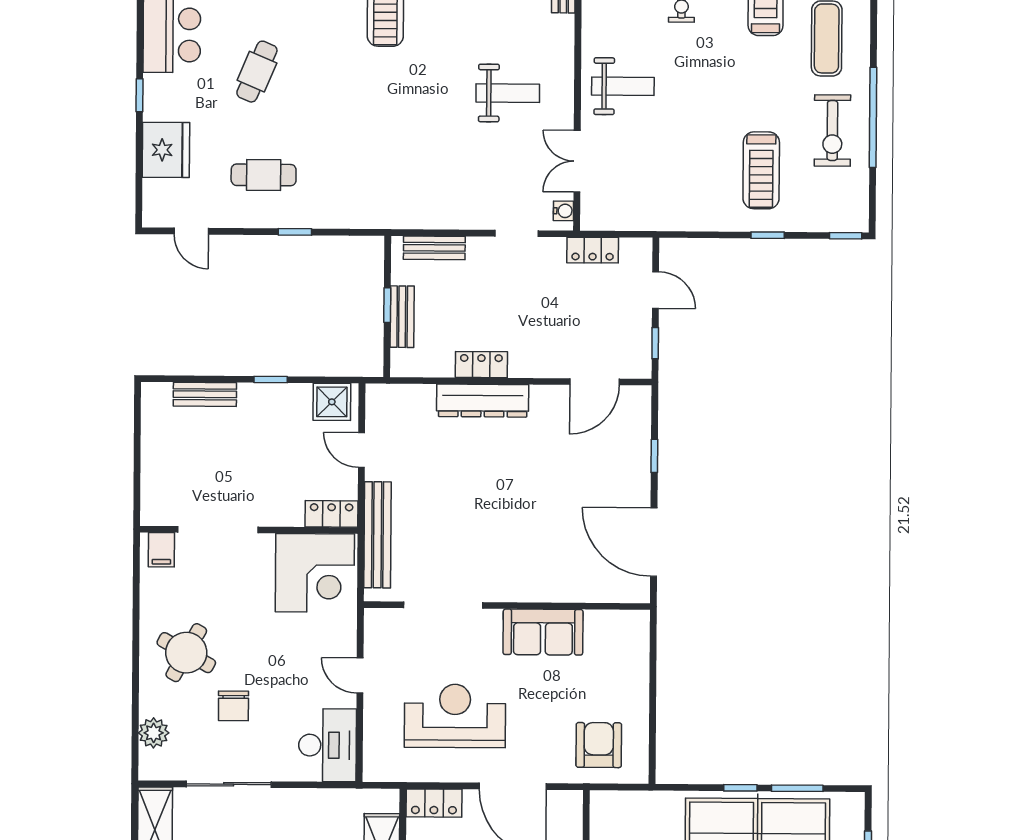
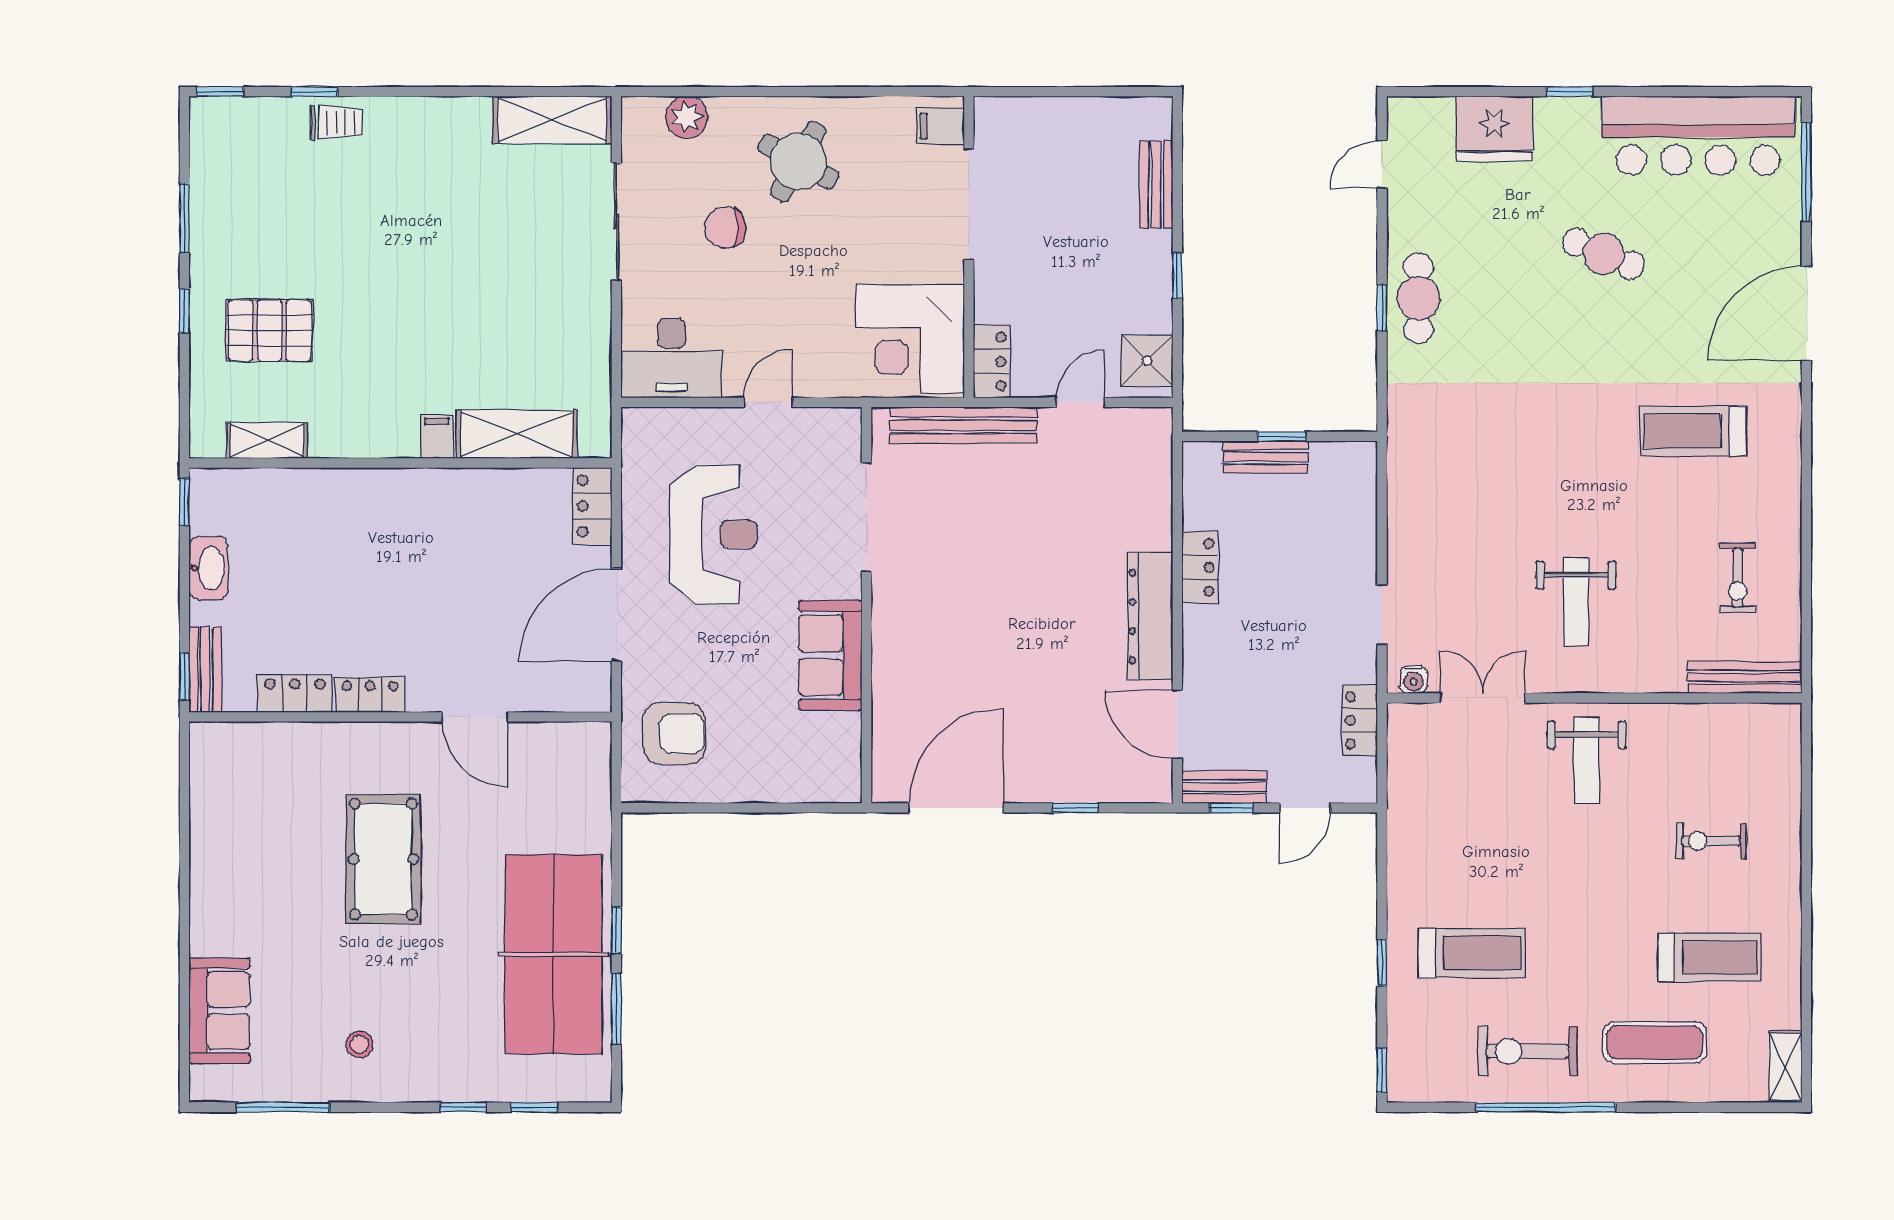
treadmill: (761, 170) -> (1472, 953), turned 180
cafe table: (264, 175) -> (1419, 298), moved
bench: (434, 248) -> (1224, 787), moved, turned 90
dresser: (483, 401) -> (1150, 616), moved

